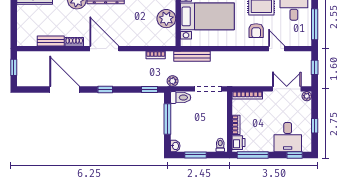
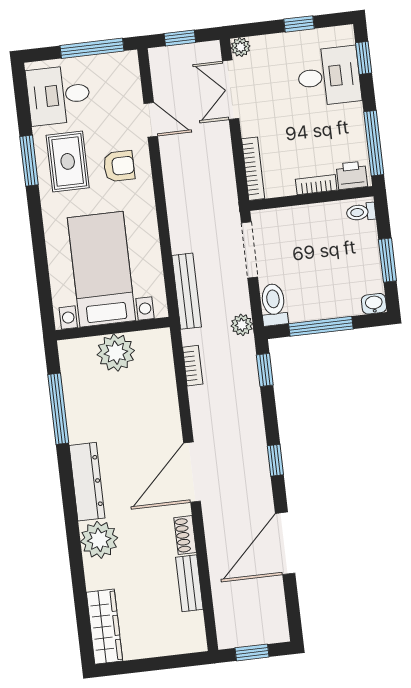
door: (277, 49) -> (151, 120), swing flipped

